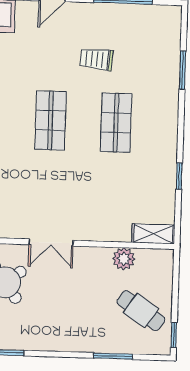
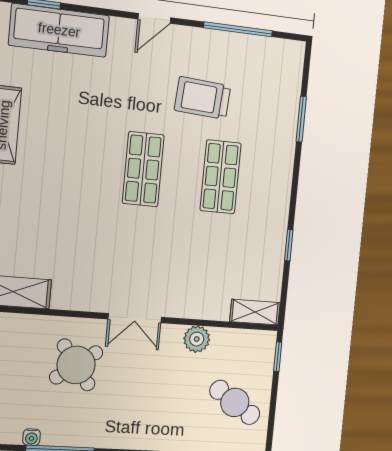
trolley: (96, 59) -> (203, 98), width x1.36, depth x1.39
plant: (124, 259) -> (197, 339), moved
window: (174, 335) -> (278, 357), moved

